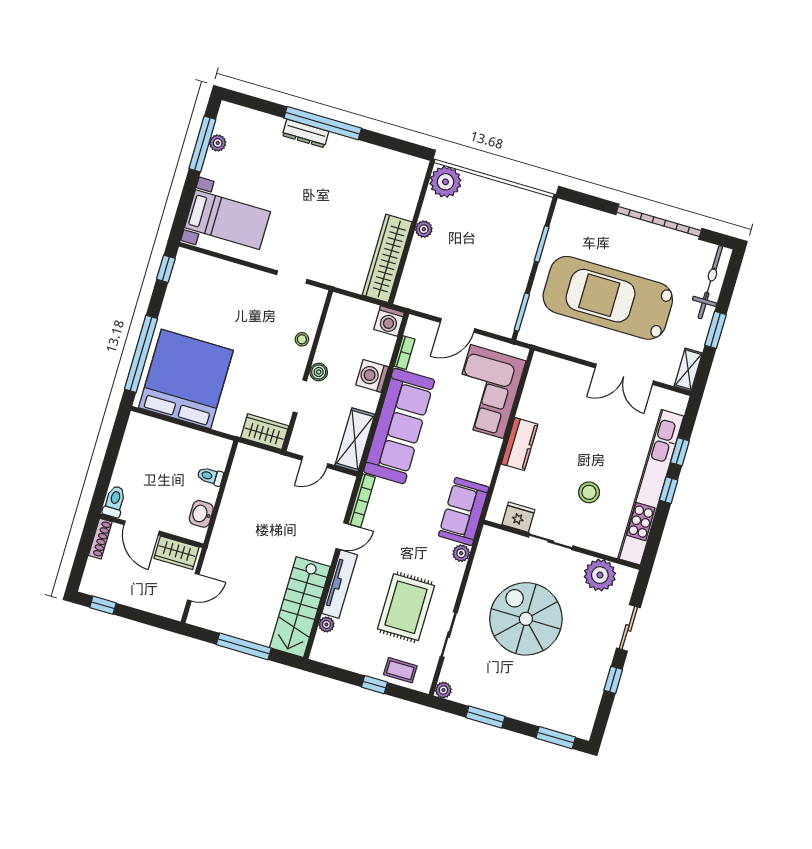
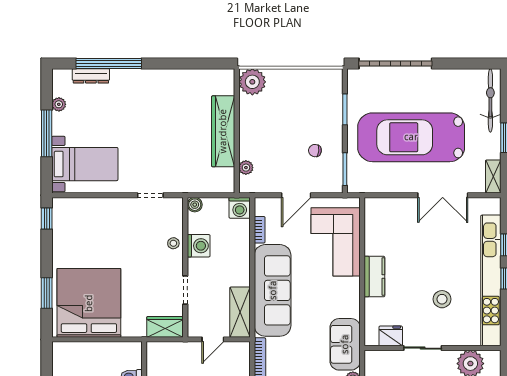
window: (323, 123) -> (109, 63), moved
dresser: (305, 133) -> (91, 76), moved
window: (202, 144) -> (47, 133), moved
garage door: (659, 222) -> (395, 63), moved
plant: (424, 229) -> (246, 168), moved
wardrobe: (387, 258) -> (223, 131), moved
chair: (494, 281) -> (315, 151), added
window: (141, 354) -> (47, 293), width x0.47
boiler: (319, 372) -> (195, 205), moved
washing machine: (372, 376) -> (199, 246), moved, turned 180

